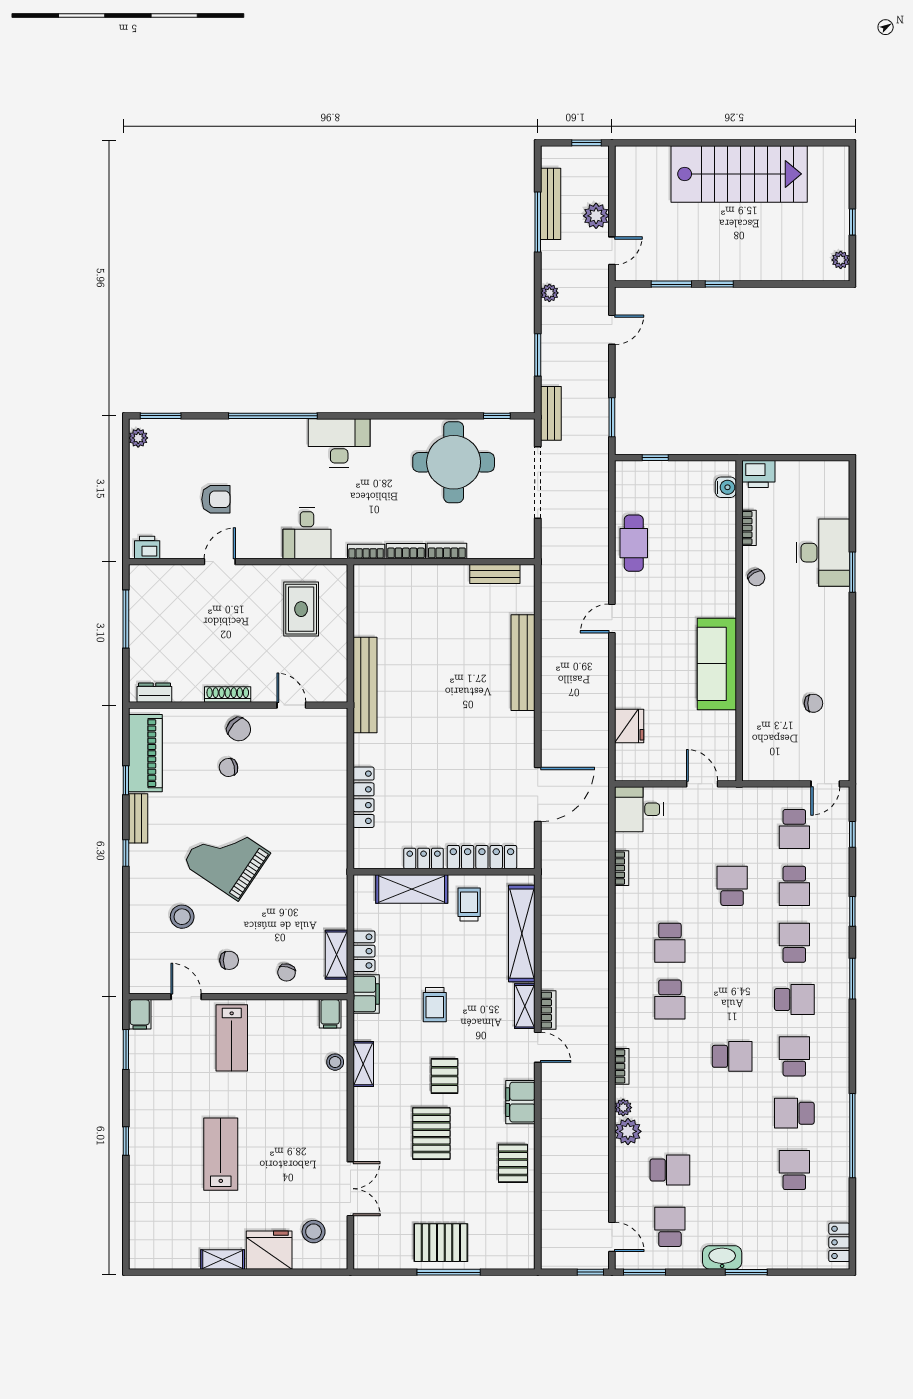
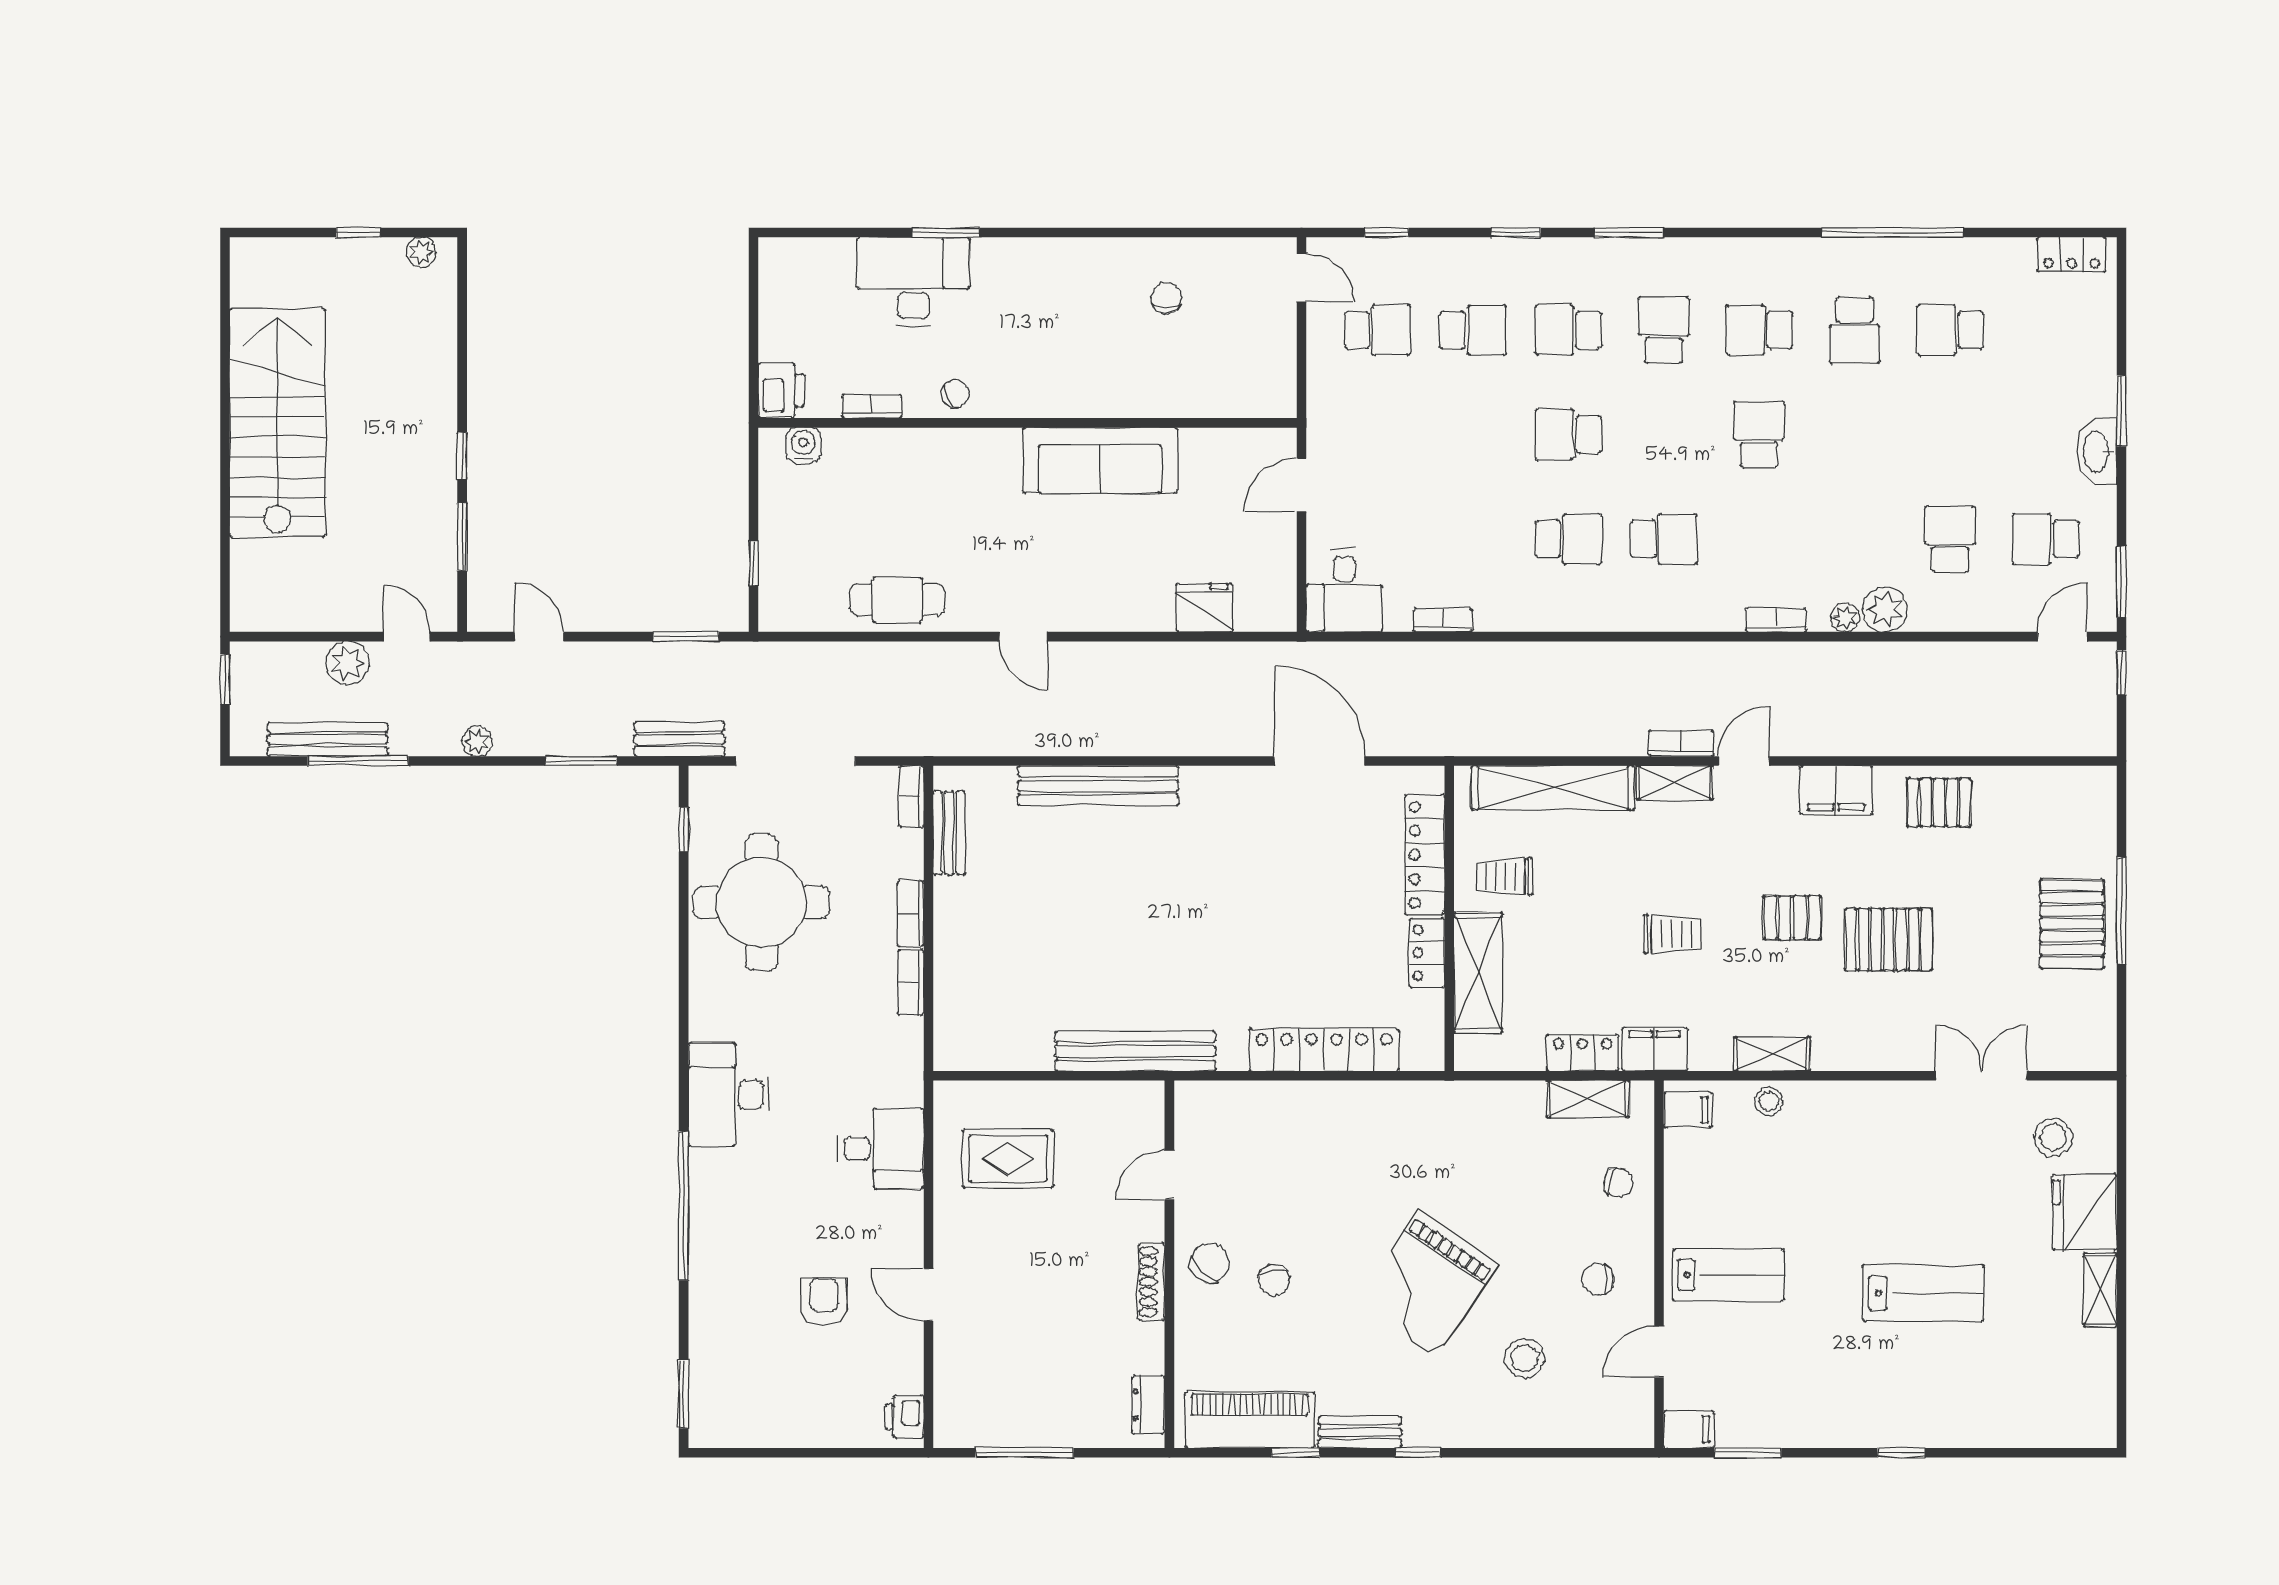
plant: (138, 438) -> (721, 1432), removed
bookcase: (366, 552) -> (911, 797), moved
locker: (364, 797) -> (1324, 1050), width x1.41, depth x1.21
school desk: (732, 886) -> (1568, 435), moved
chair: (229, 960) -> (1598, 1279), turned -90
lab bench: (221, 1154) -> (1923, 1293), turned 180

